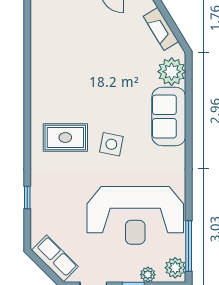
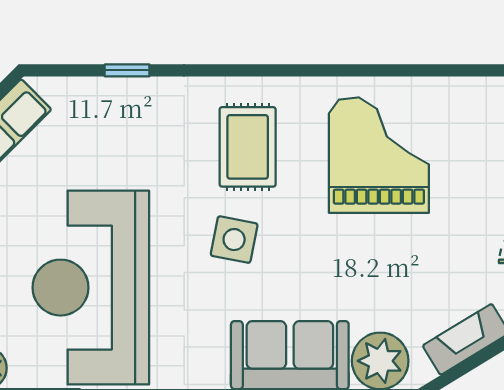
grand piano: (69, 72) -> (379, 155), added

